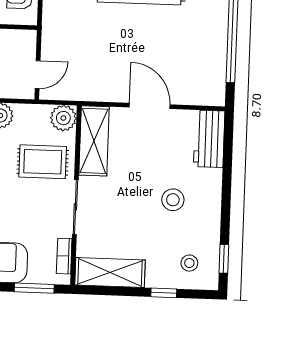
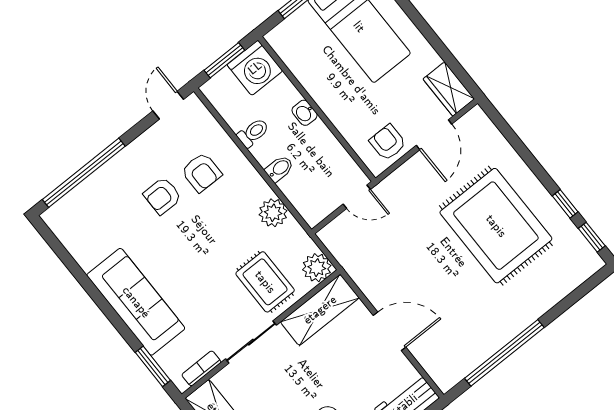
door: (38, 75) -> (357, 197), moved
door: (150, 106) -> (390, 331), hinge flipped

